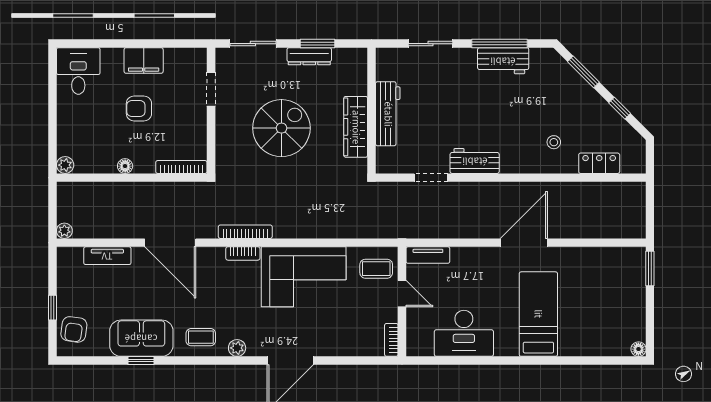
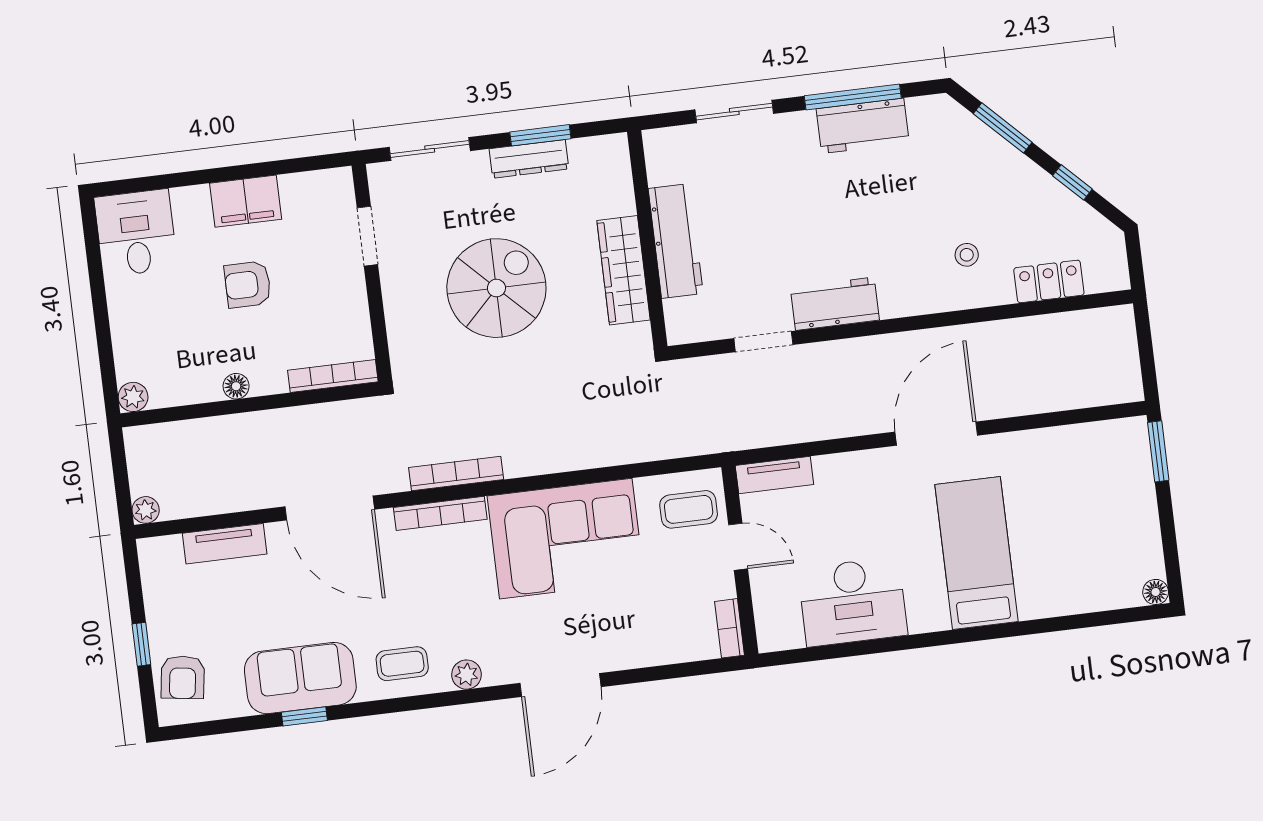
bookcase: (243, 253) -> (440, 513), width x1.56

